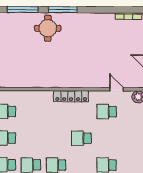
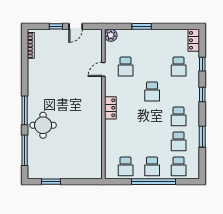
door: (117, 89) -> (103, 69), moved
locker: (71, 96) -> (110, 108), width x0.66

